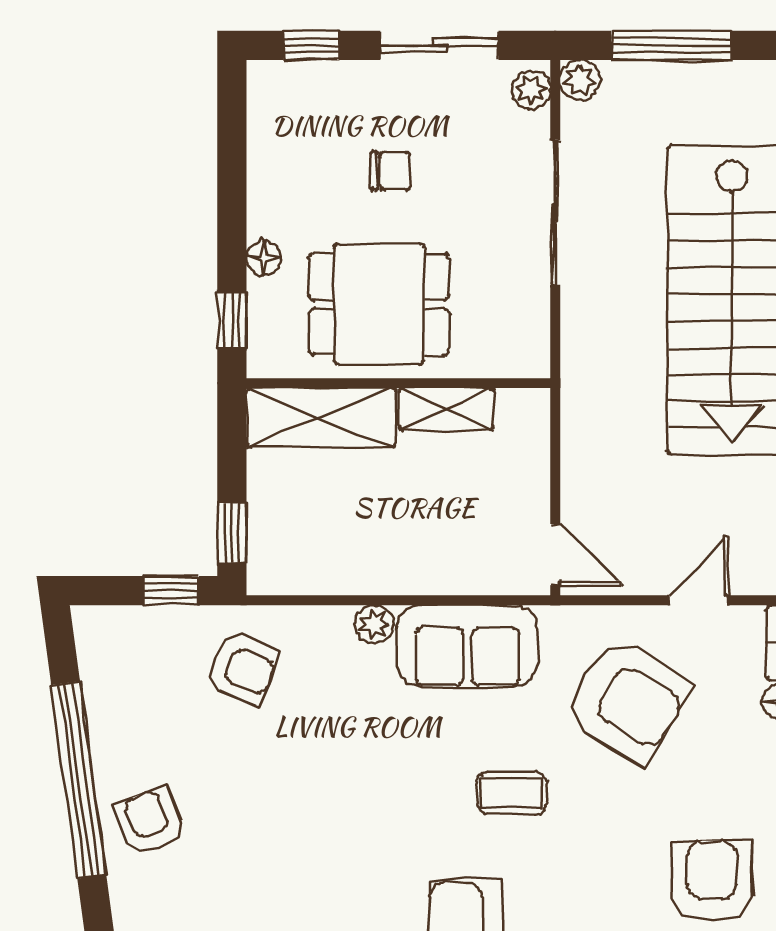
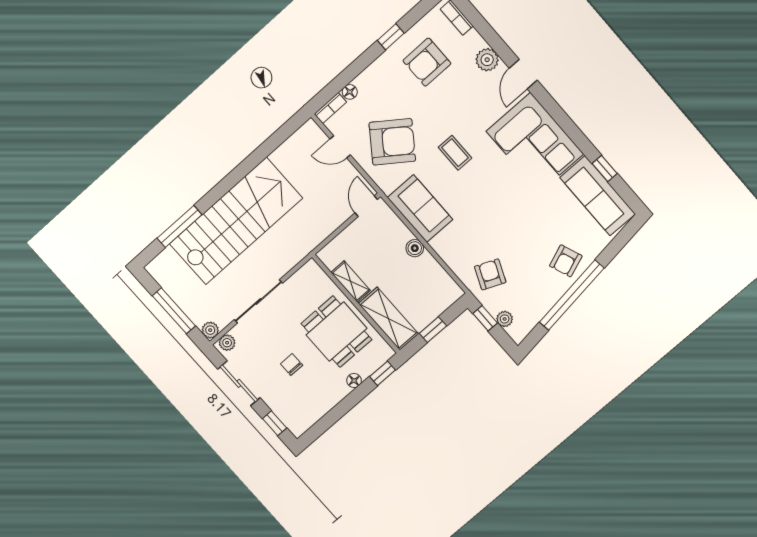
window: (232, 533) -> (433, 330), moved
boiler: (406, 575) -> (415, 248), added
plant: (374, 624) -> (505, 319), moved
armchair: (627, 700) -> (392, 142), turned 94

